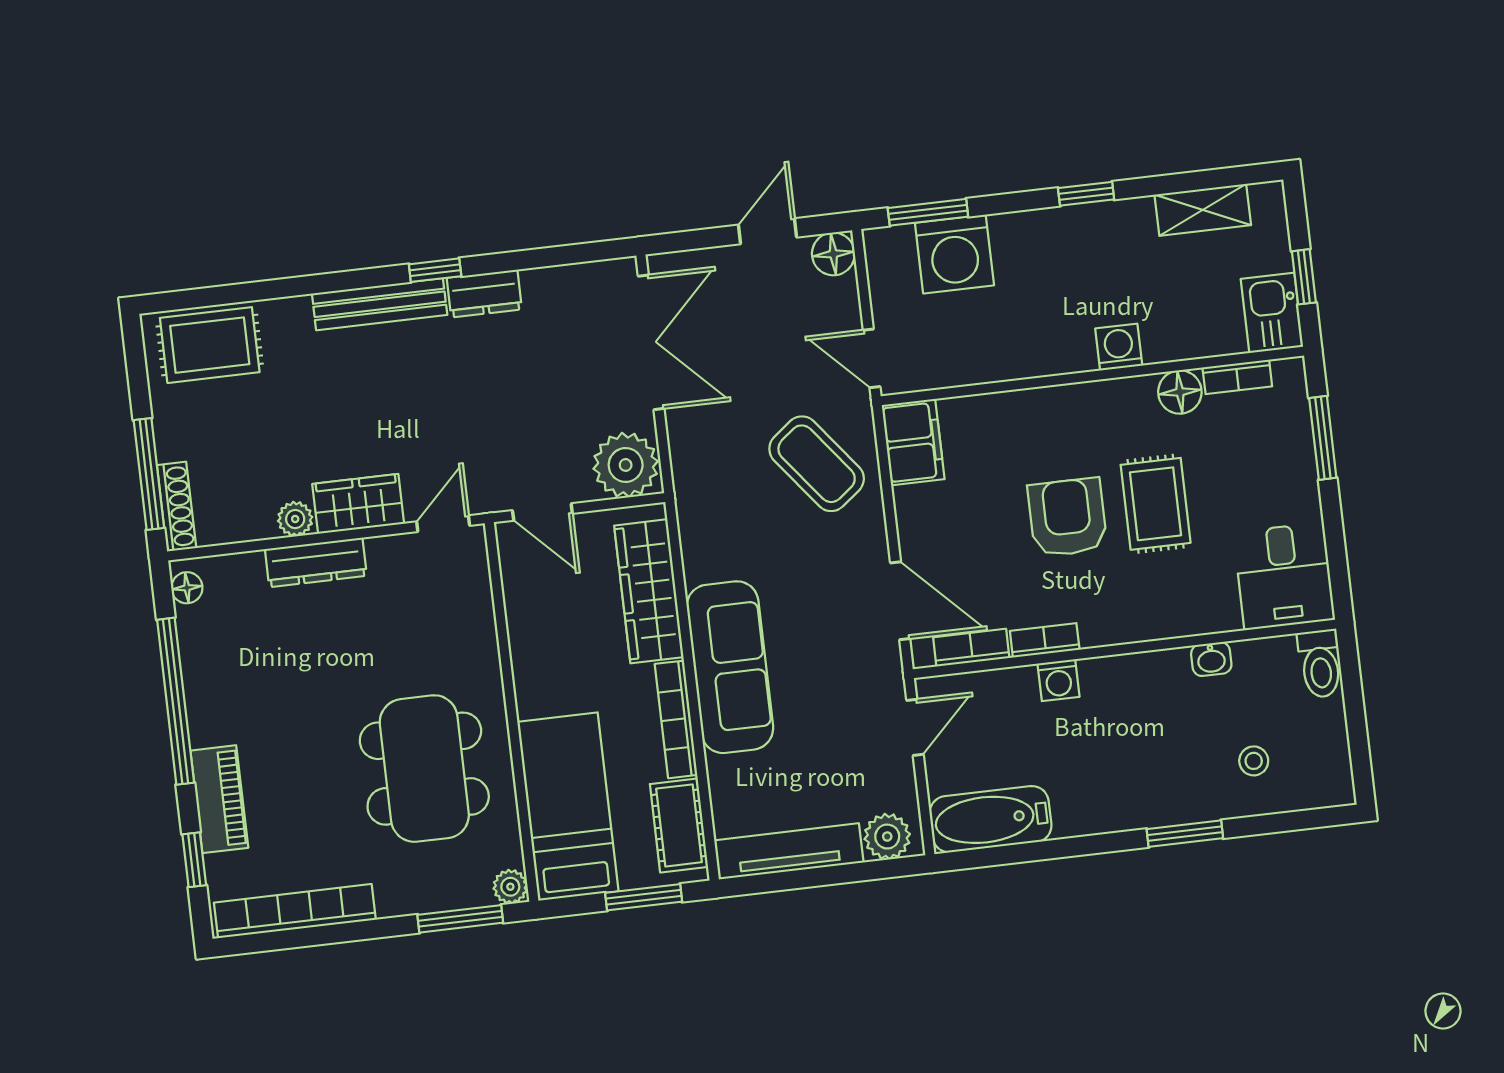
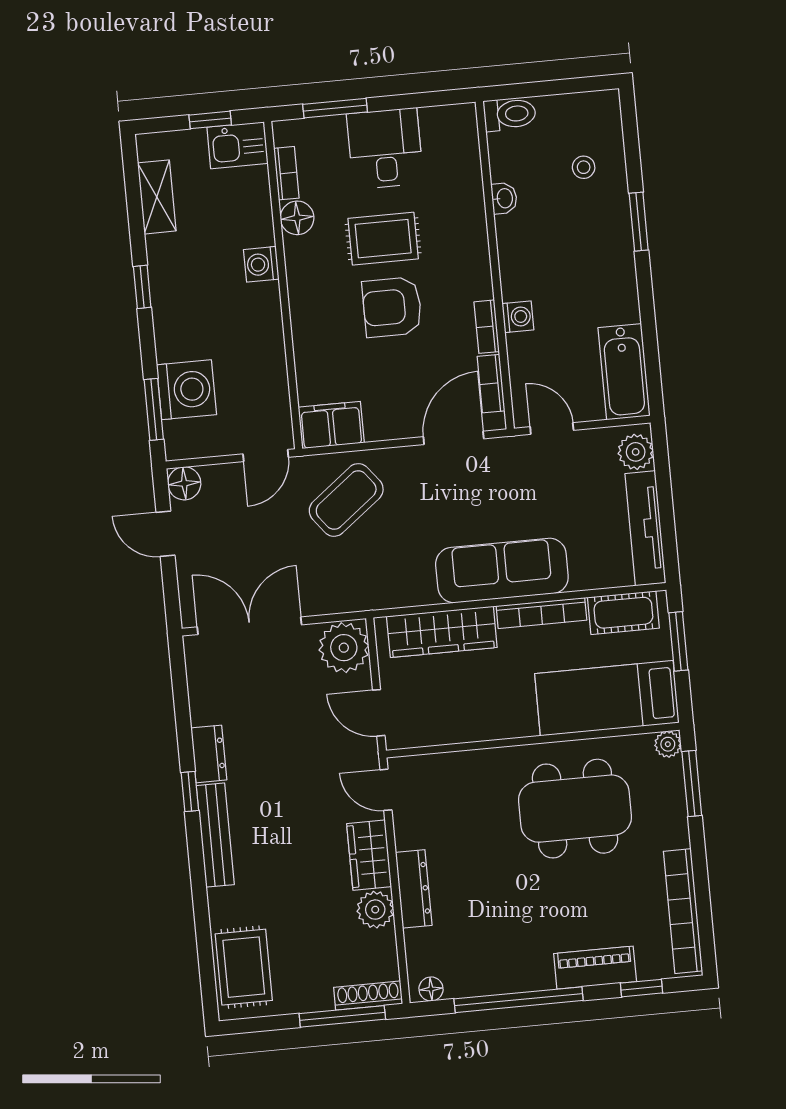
door: (542, 512) -> (379, 713), swing flipped
plant: (295, 519) -> (375, 910), width x1.38, depth x1.38
desk: (1284, 576) -> (385, 149), moved, turned -90

